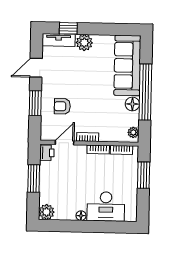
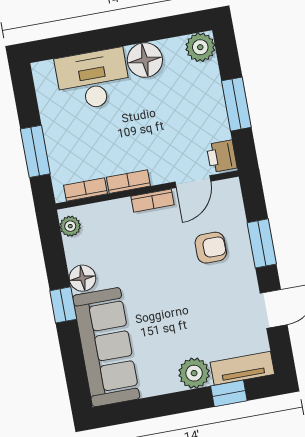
window: (145, 92) -> (63, 305), width x0.32
floor lamp: (81, 216) -> (145, 60), width x1.89, depth x1.89

